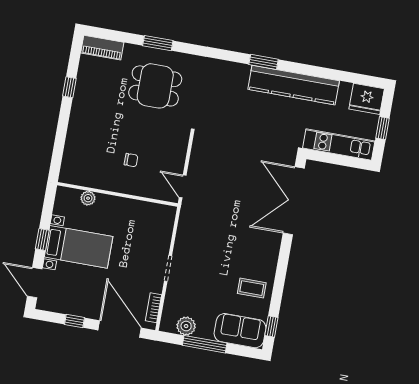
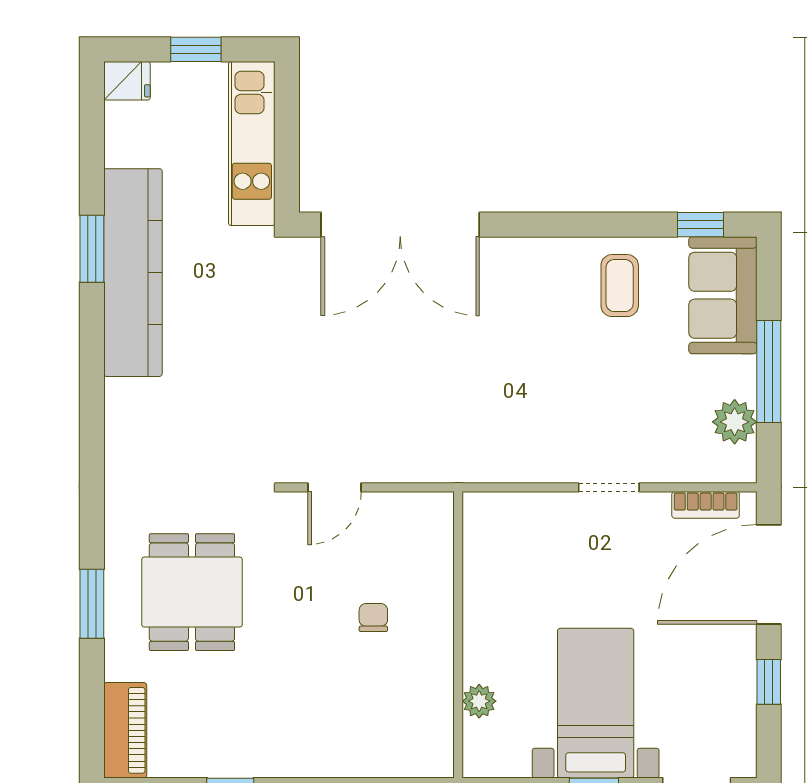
window: (264, 62) -> (92, 249), moved
fridge: (367, 99) -> (127, 81), width x0.53, depth x0.75
door: (183, 186) -> (335, 487), moved

